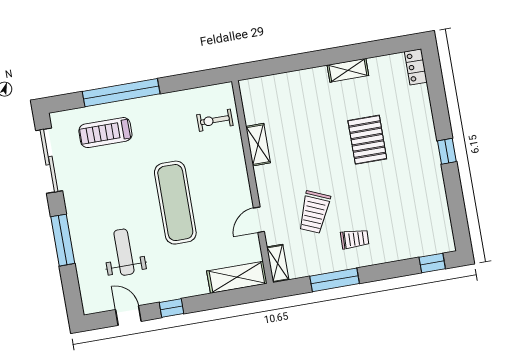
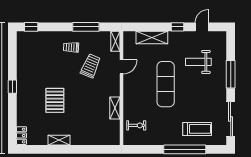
weight bench: (124, 252) -> (198, 62), turned 90
shelving: (237, 277) -> (152, 38), moved
door: (128, 315) -> (202, 27), swing flipped

